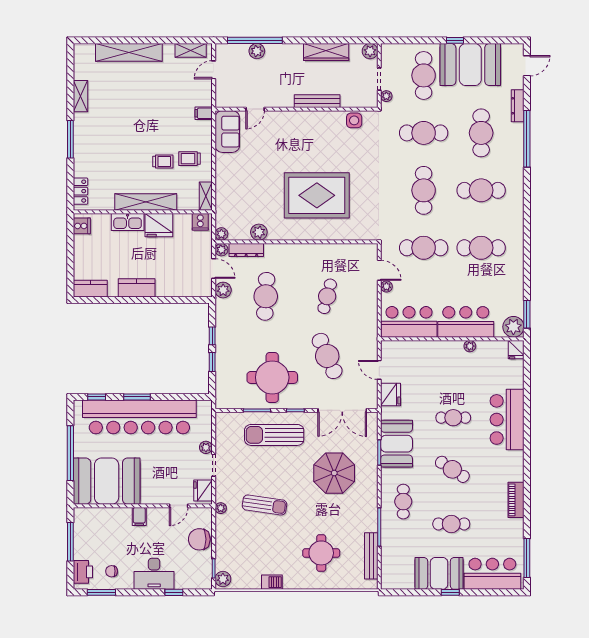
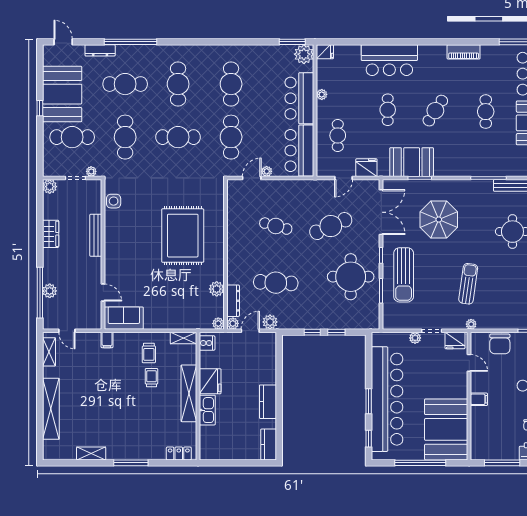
wardrobe: (326, 52) -> (51, 234), width x0.67
cooker: (82, 226) -> (211, 452), removed
cafe table: (403, 502) -> (338, 135), moved, turned 90

